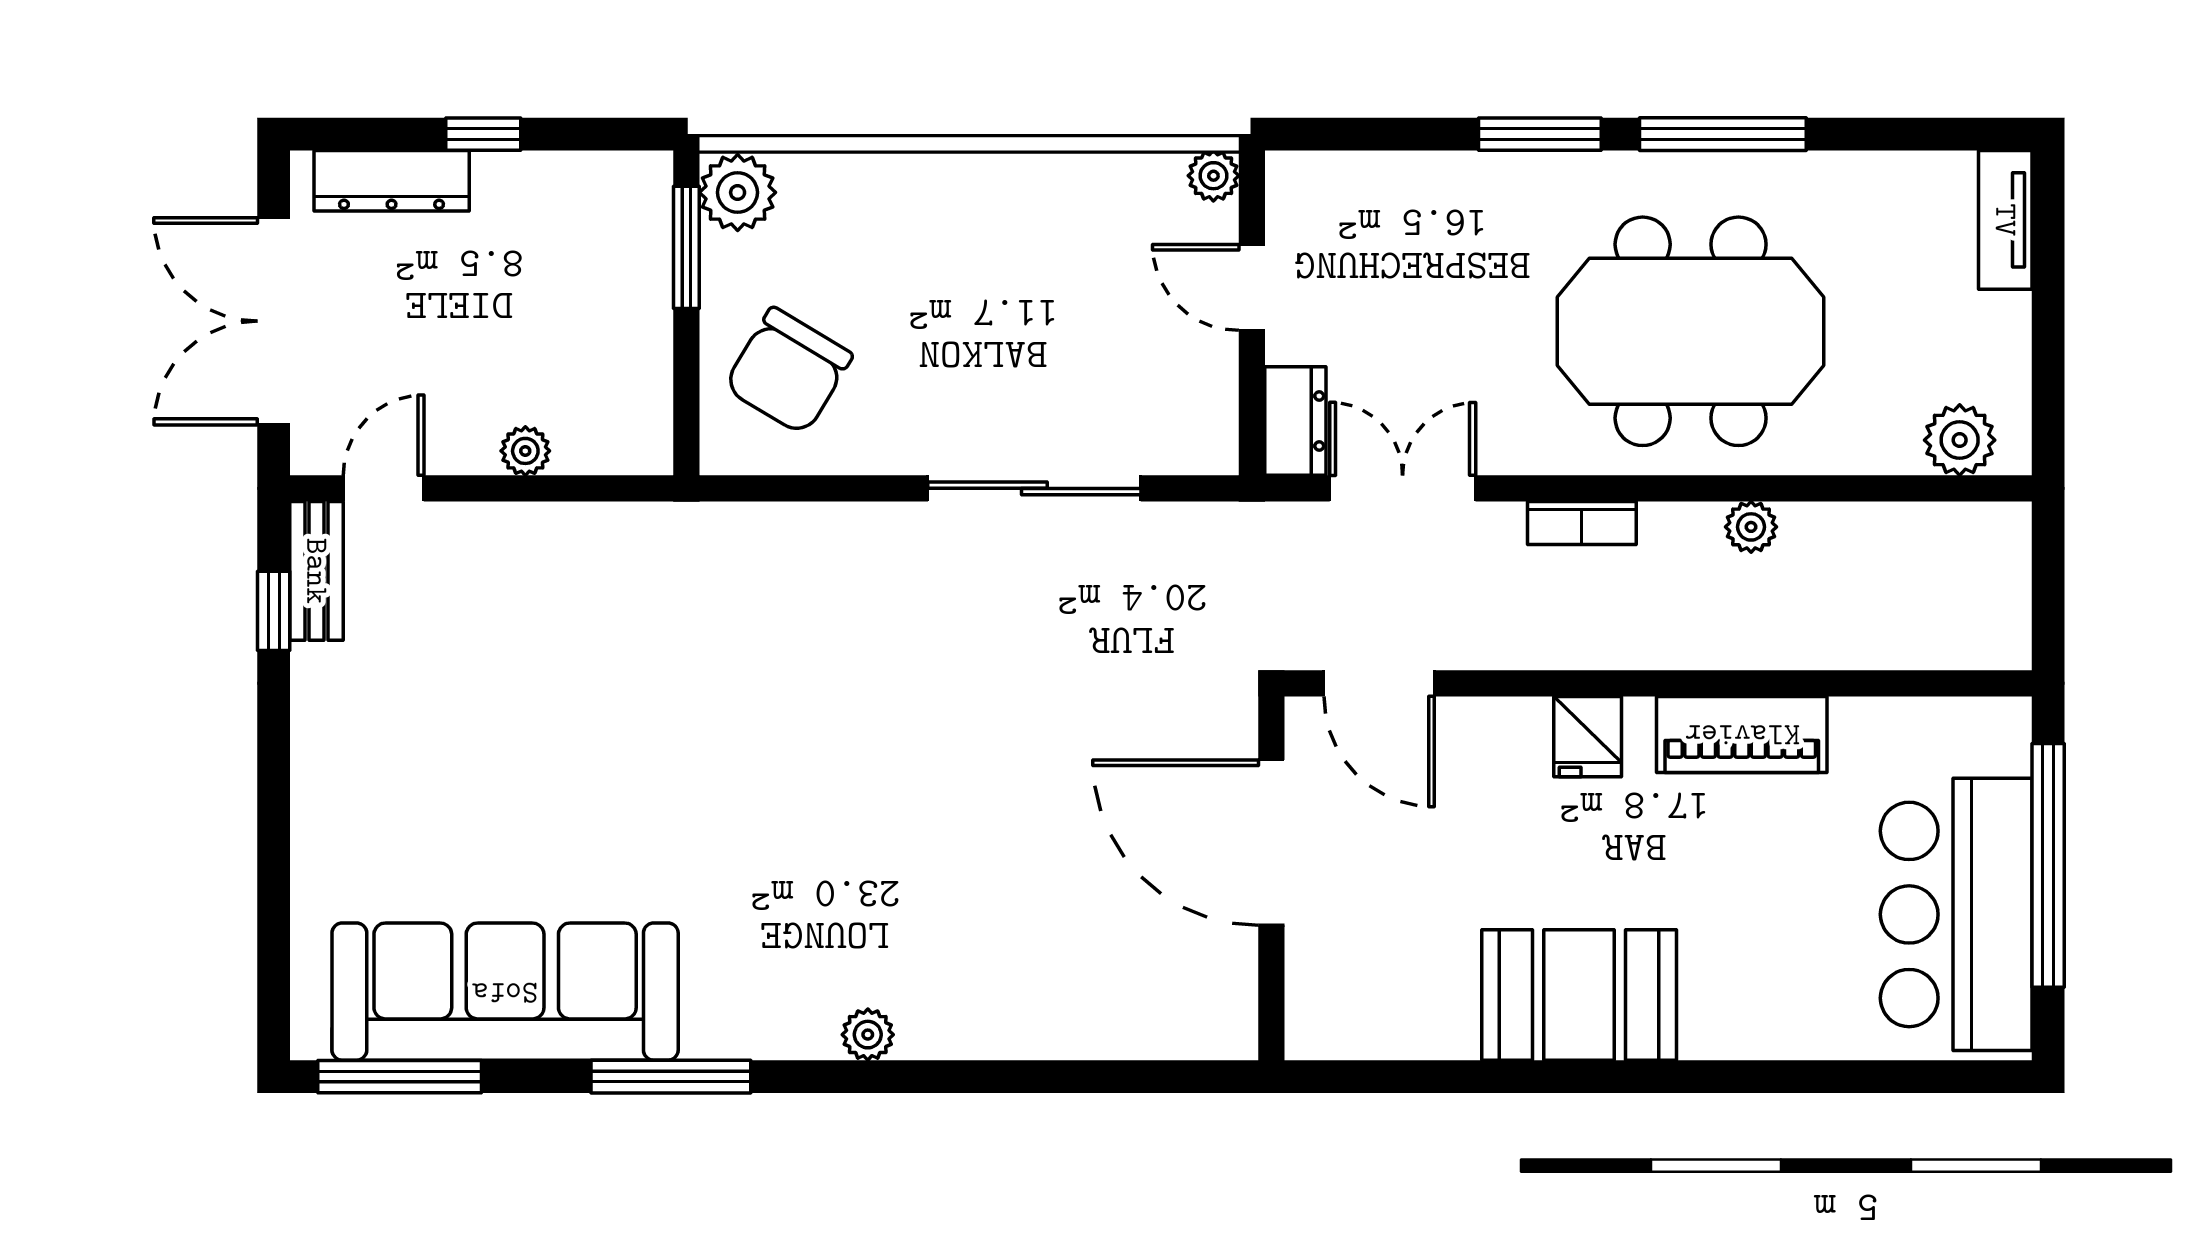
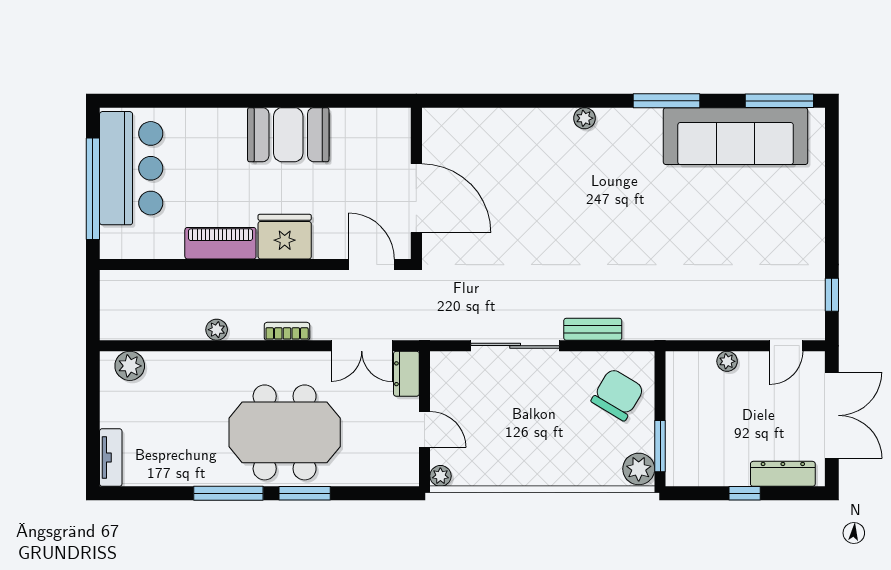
meeting table: (1691, 331) -> (285, 432), moved
bench: (316, 571) -> (593, 329), moved, turned 90
fridge: (1588, 737) -> (285, 237), width x1.88, depth x1.34

